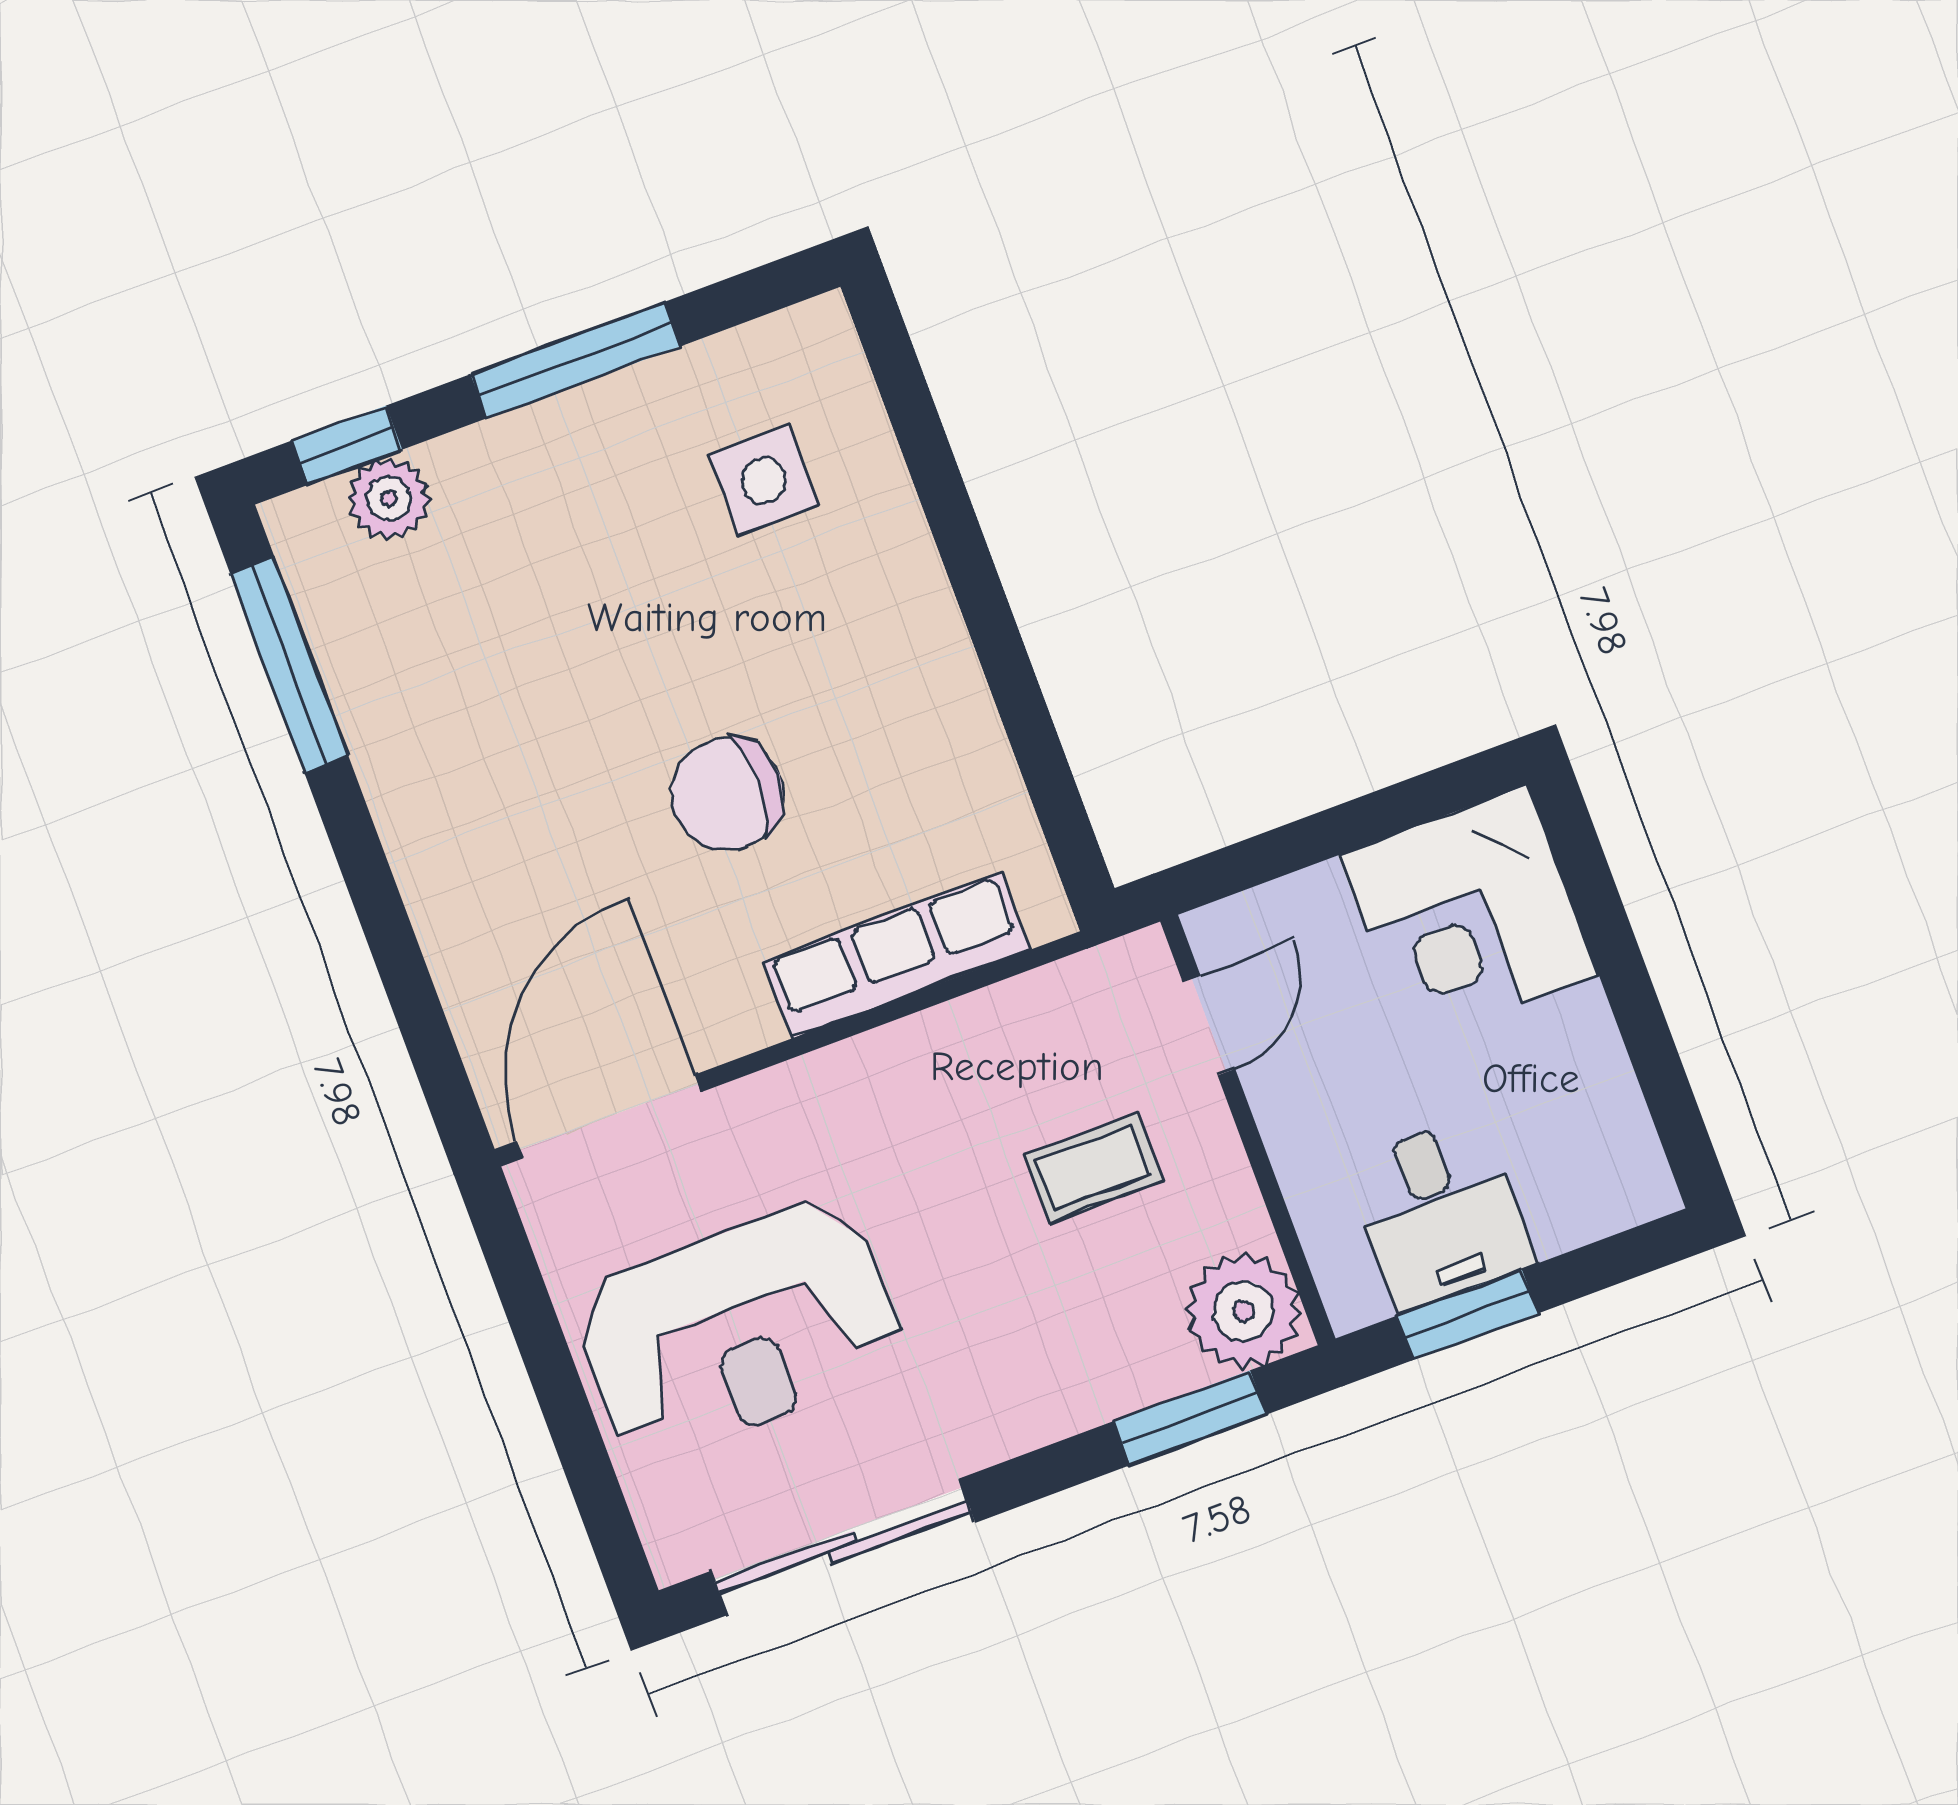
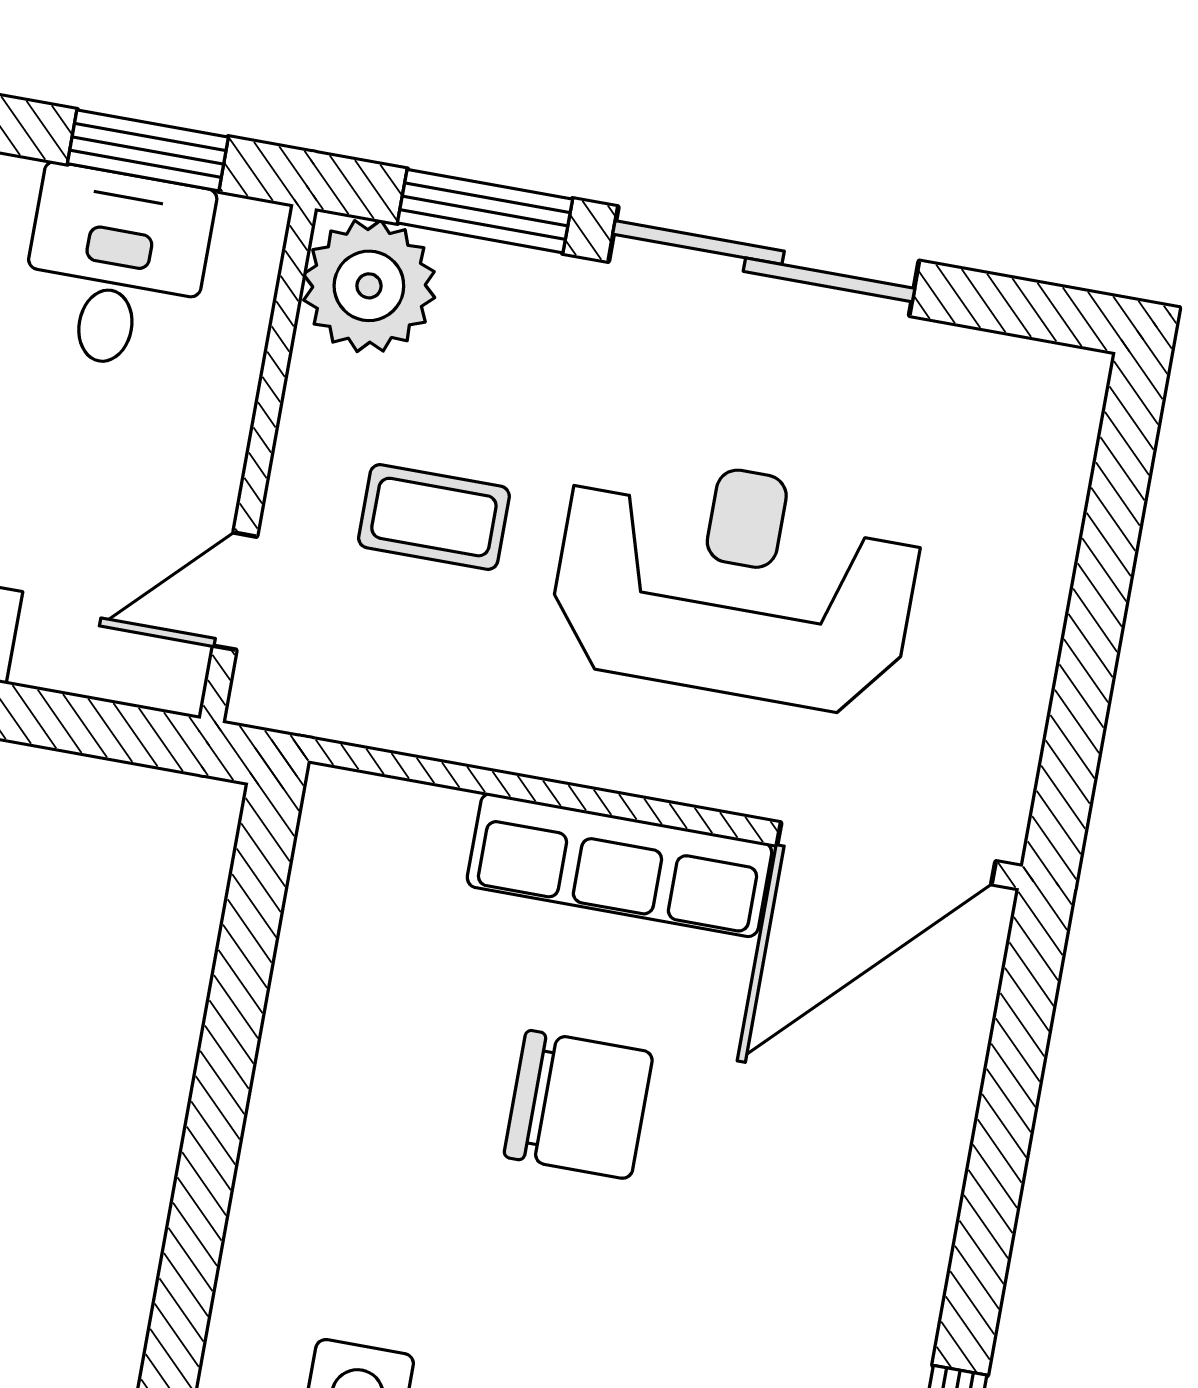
row of seats: (897, 955) -> (620, 865), moved
reception desk: (739, 1330) -> (735, 582), moved
sliding door: (843, 1547) -> (764, 261), moved

